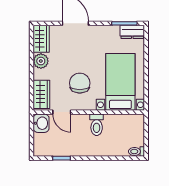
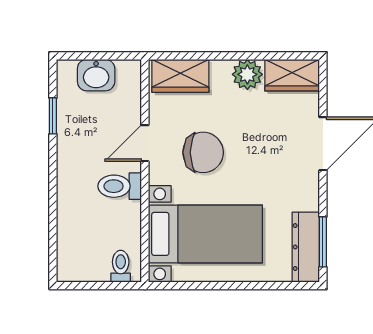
dresser: (132, 32) -> (306, 247), width x1.44
door: (62, 112) -> (145, 143), moved
washbasin: (41, 123) -> (96, 75), moved
toilet: (136, 151) -> (121, 266), moved

